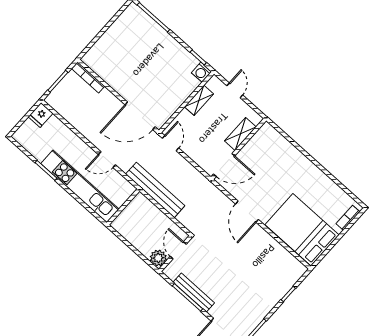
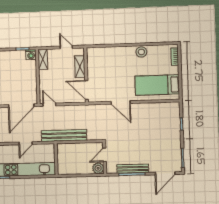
door: (235, 90) -> (66, 47), moved
shelving: (199, 100) -> (43, 59), moved
door: (224, 165) -> (87, 90), swing flipped
stool: (318, 180) -> (141, 52), added
bed: (302, 230) -> (157, 85), width x0.67
door: (178, 250) -> (104, 155), hinge flipped

